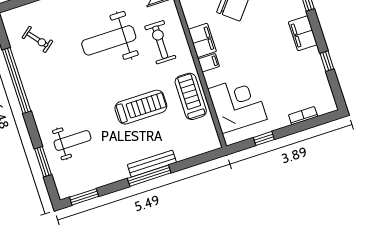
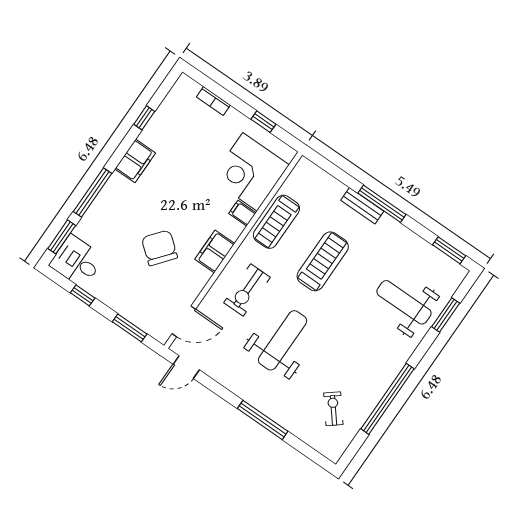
weight bench: (109, 40) -> (283, 340), turned -90
filing cabinet: (209, 63) -> (242, 213), moved
treadmill: (141, 107) -> (323, 261), turned 90
weight bench: (72, 140) -> (404, 302), width x1.36, depth x1.33
bench: (152, 164) -> (362, 206), width x0.73

